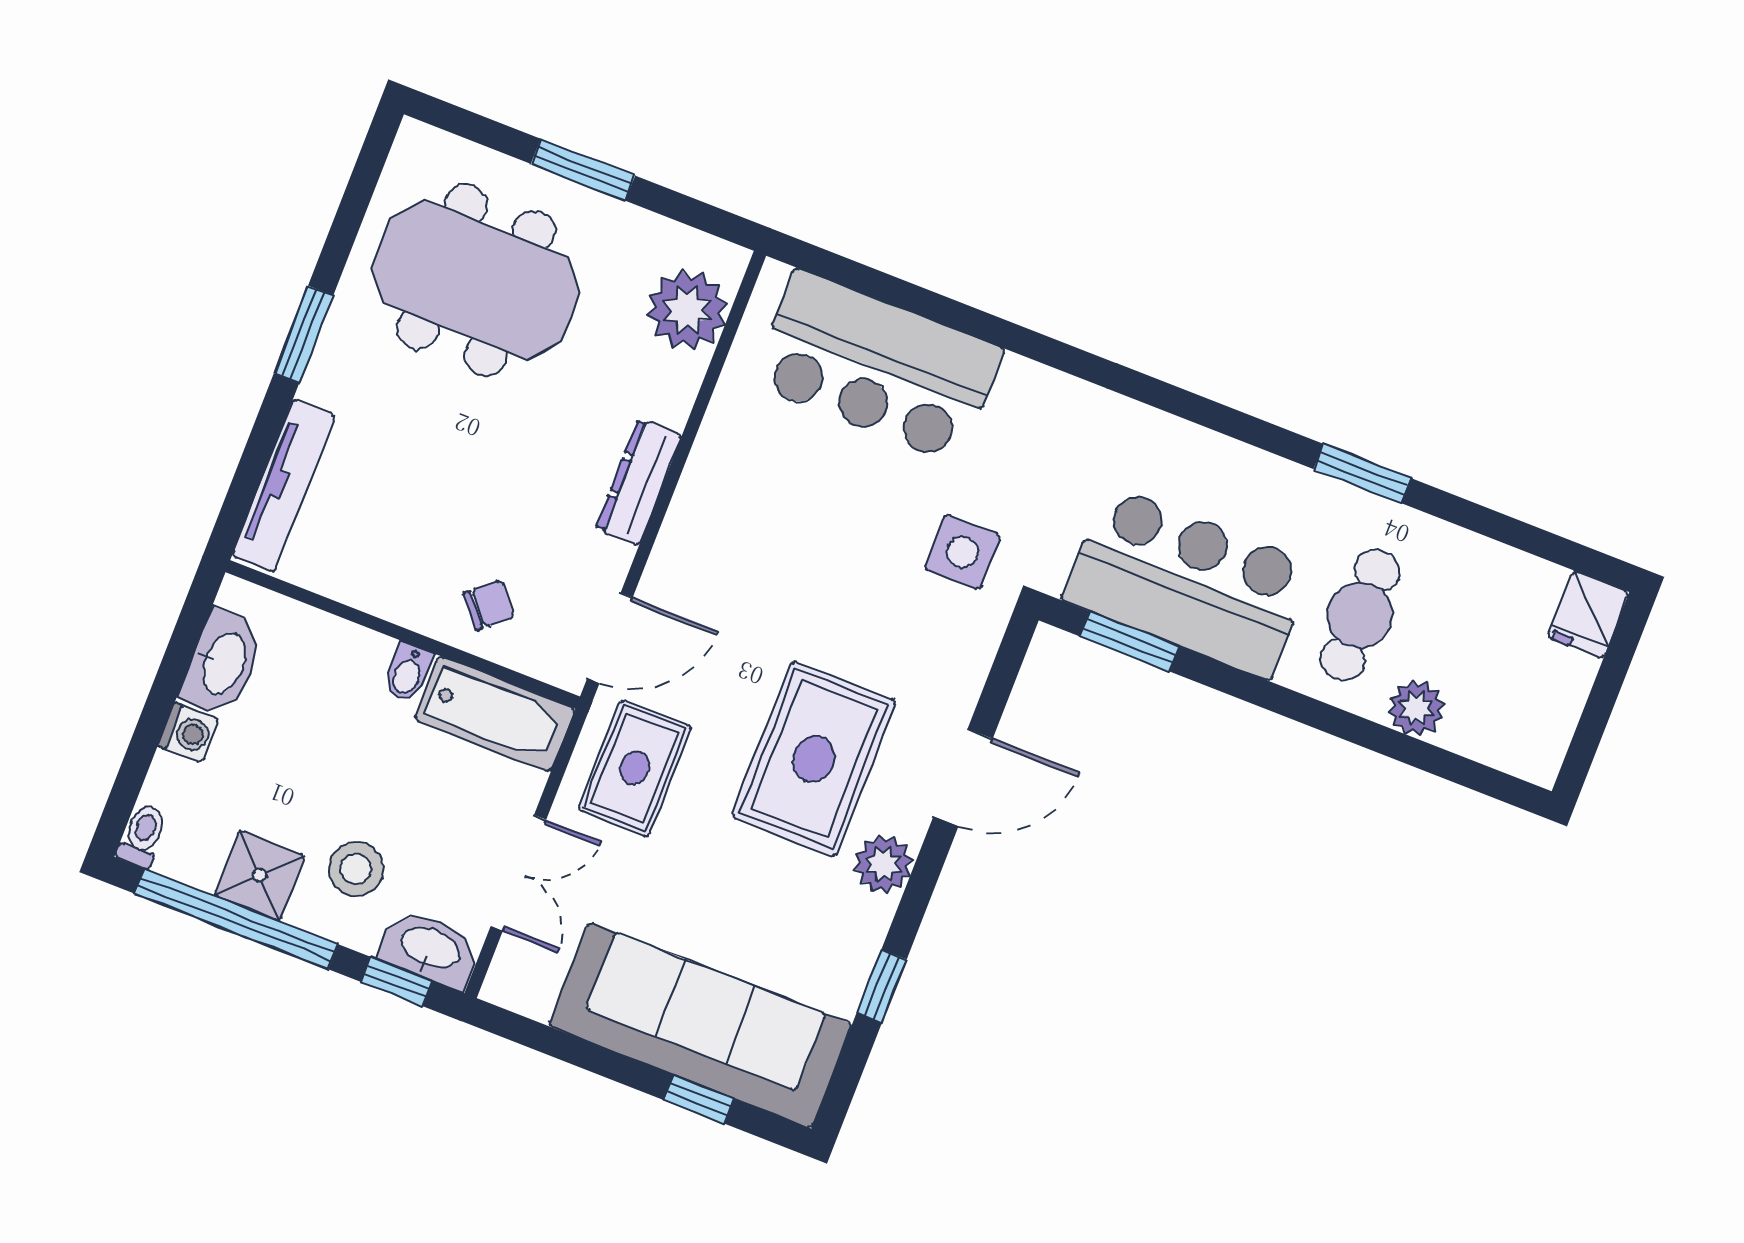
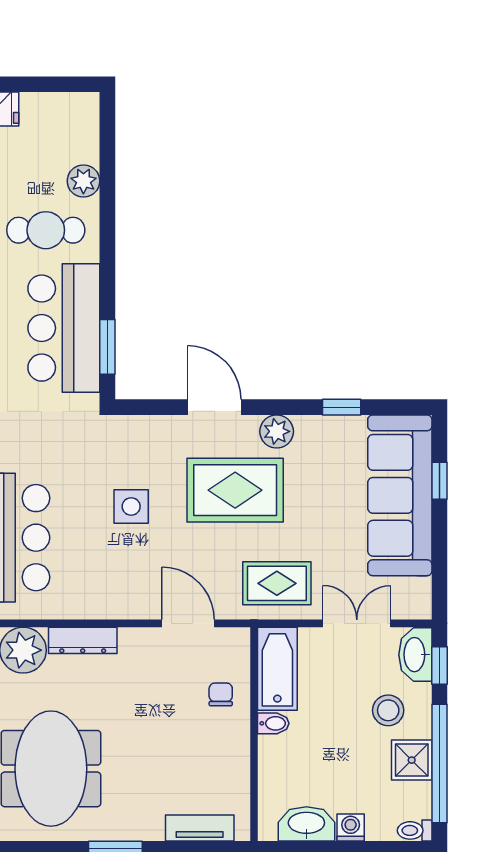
dresser: (639, 482) -> (83, 640), moved
tv unit: (284, 486) -> (200, 828), width x0.71
side table: (963, 552) -> (131, 506), moved
chair: (489, 605) -> (221, 694), turned 41
door: (610, 638) -> (188, 623), moved

